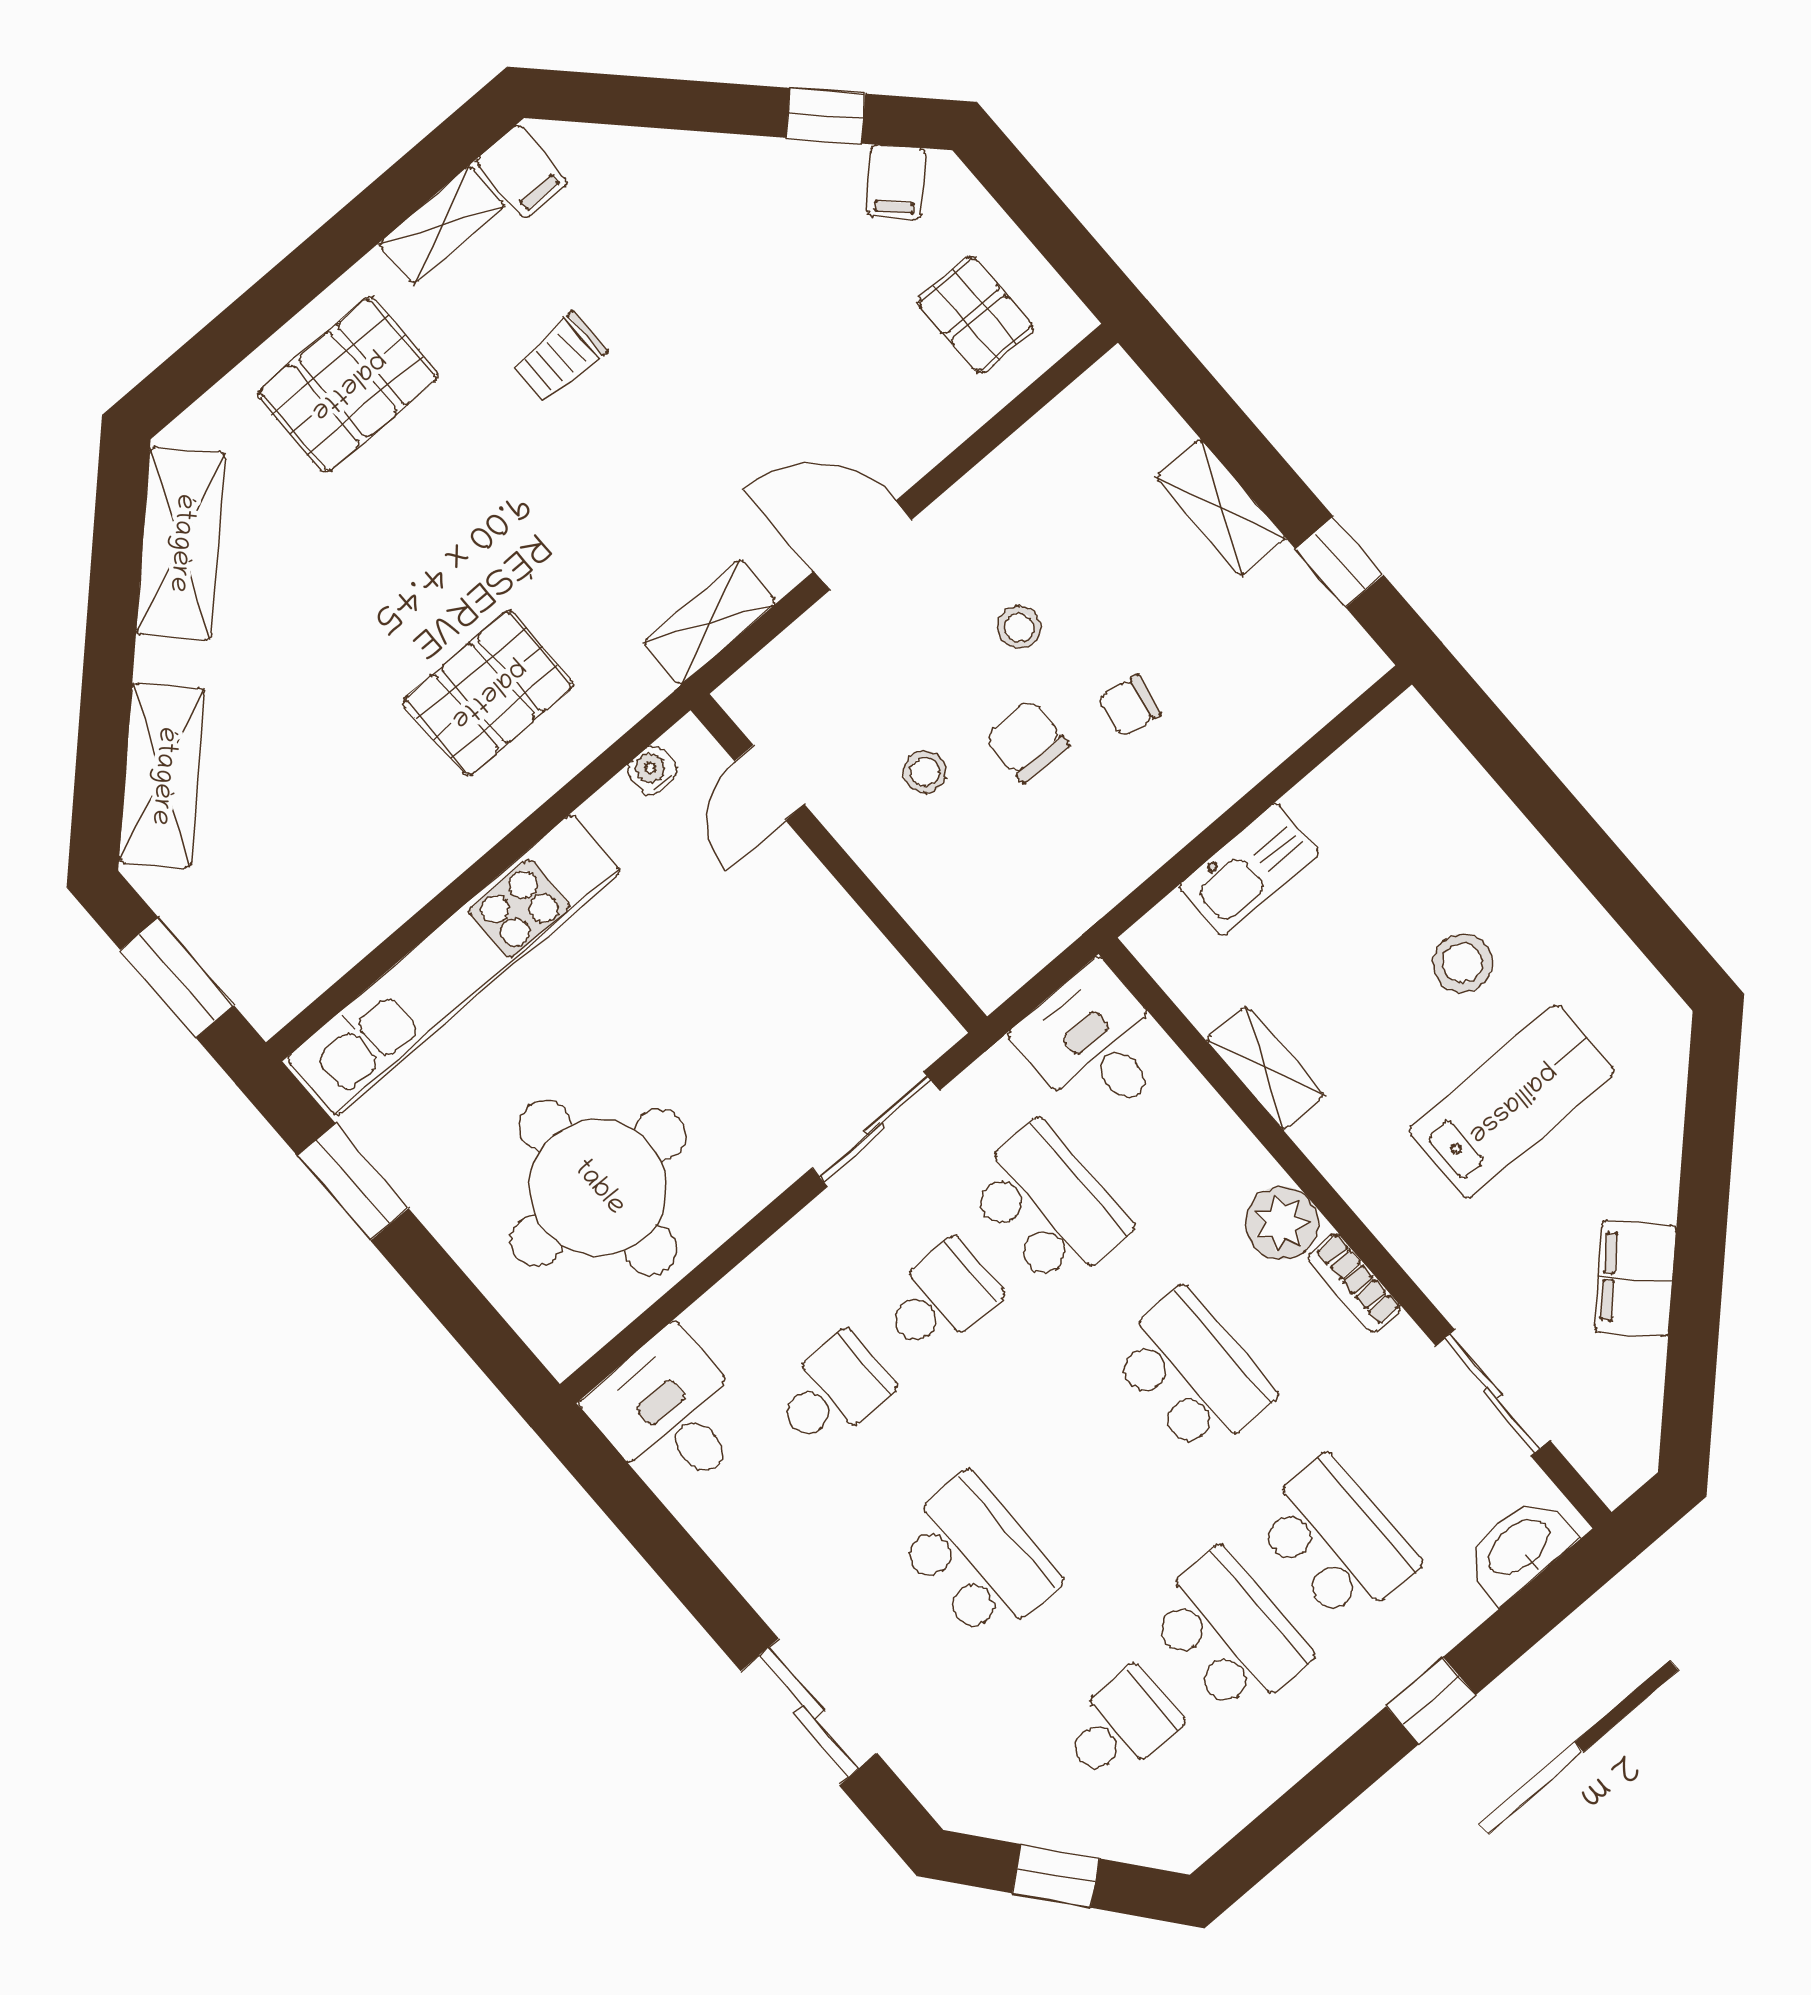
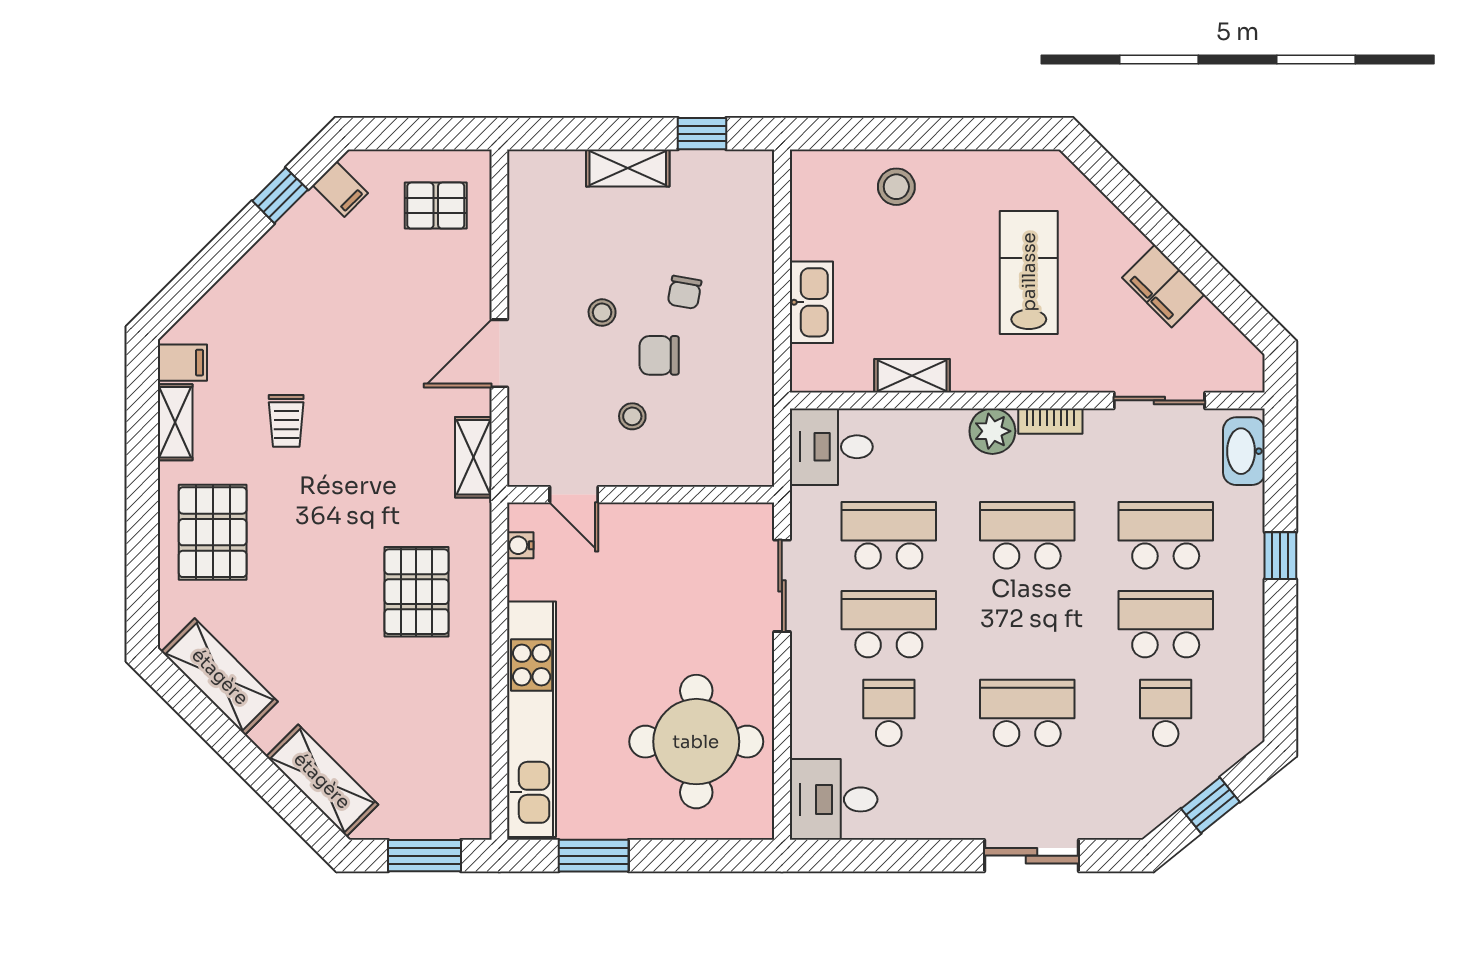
stool: (1462, 963) -> (896, 187), moved
school desk: (940, 1298) -> (889, 624), width x1.85

